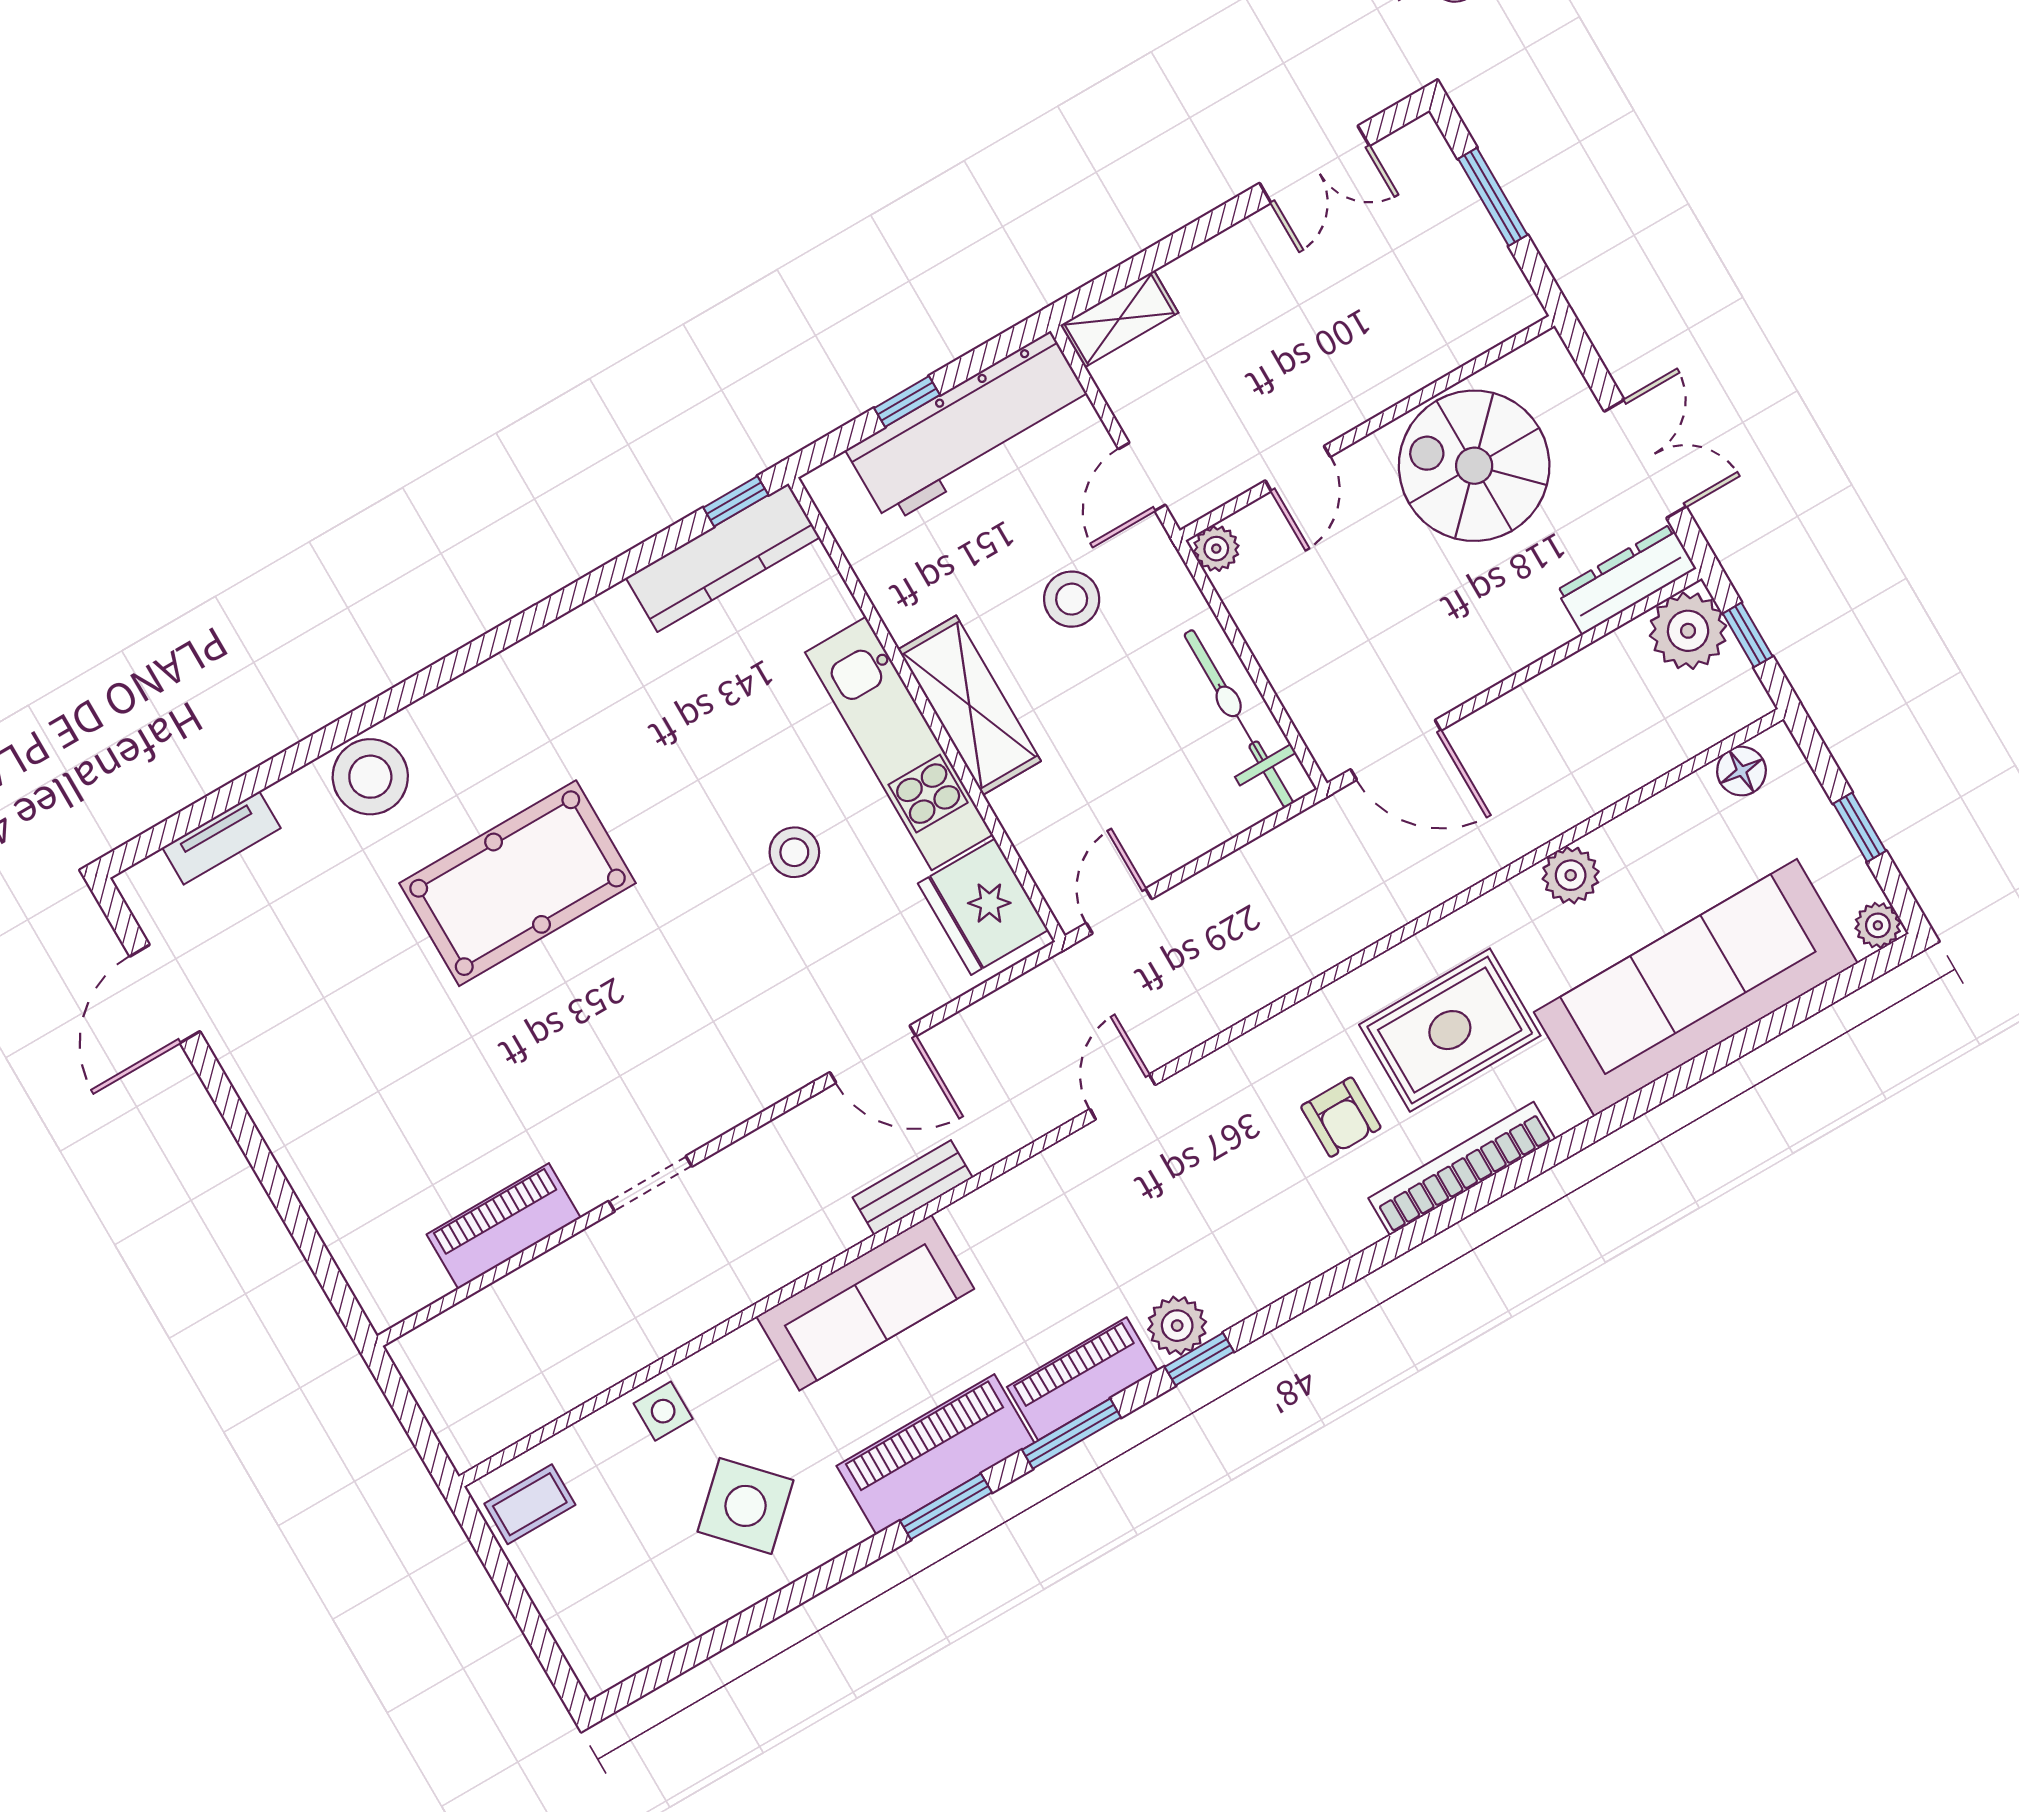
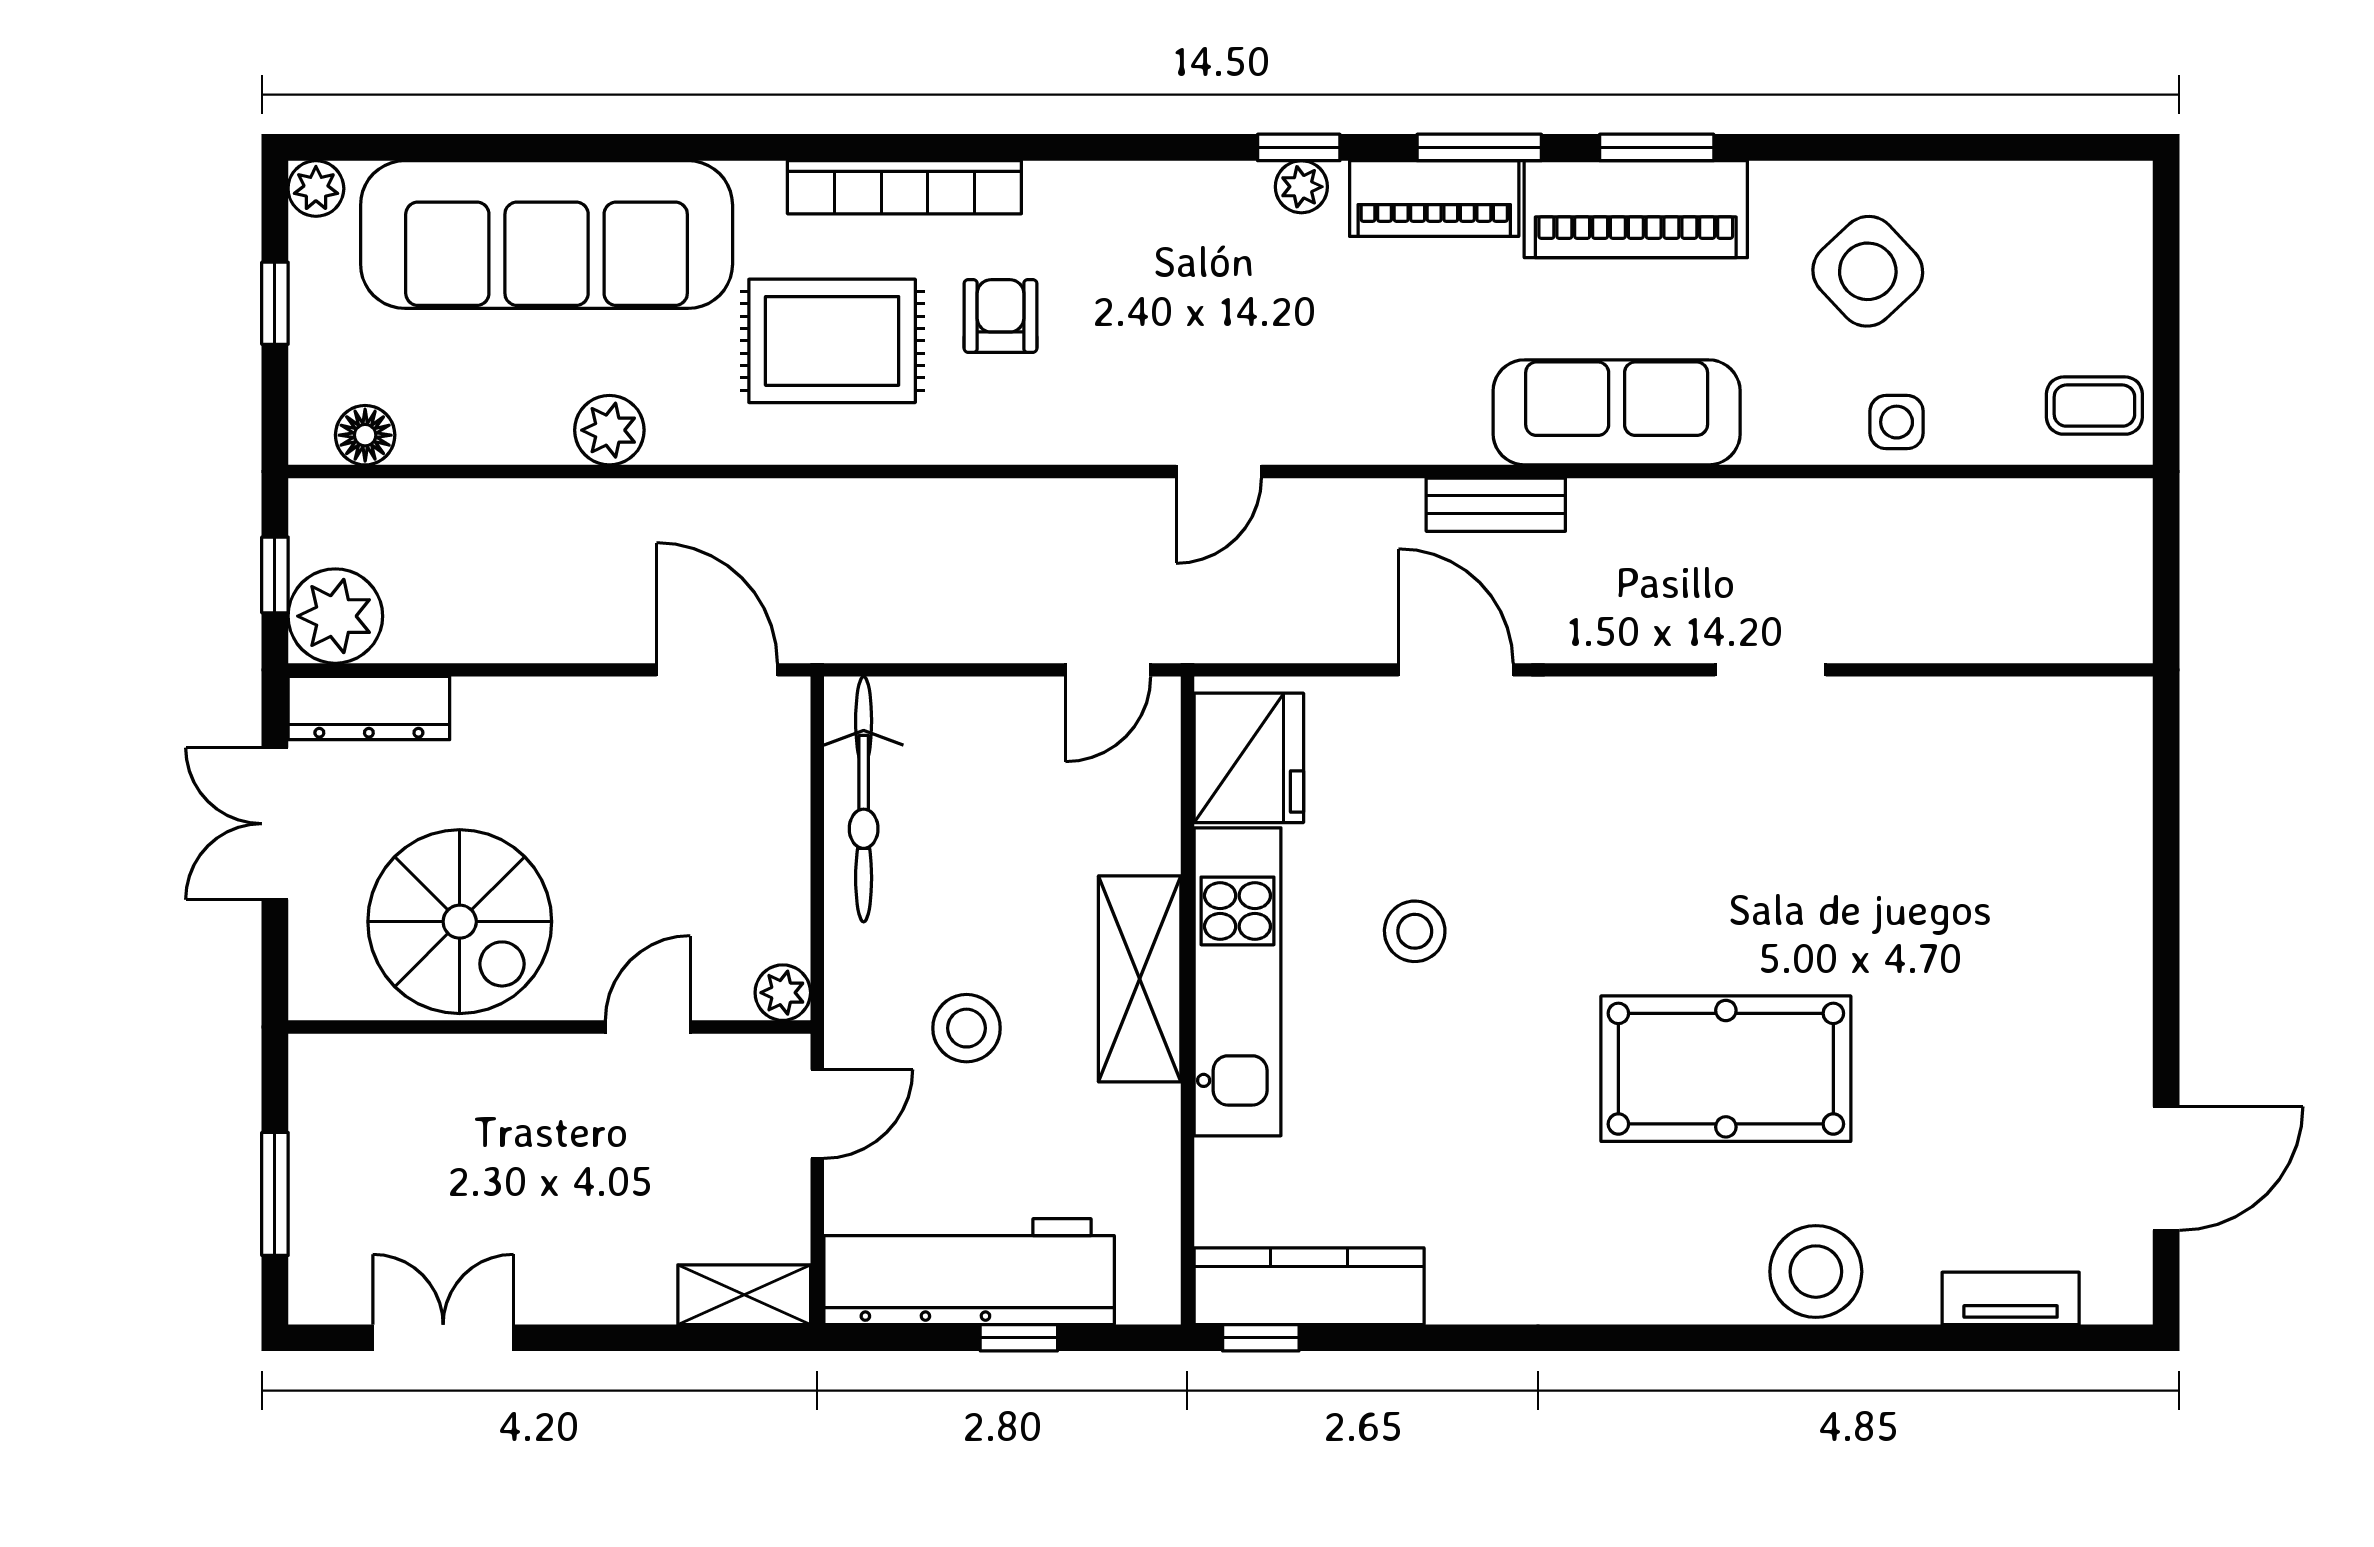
piano: (504, 1226) -> (1951, 715), removed
plant: (1177, 1326) -> (1301, 187), width x0.73, depth x0.73

